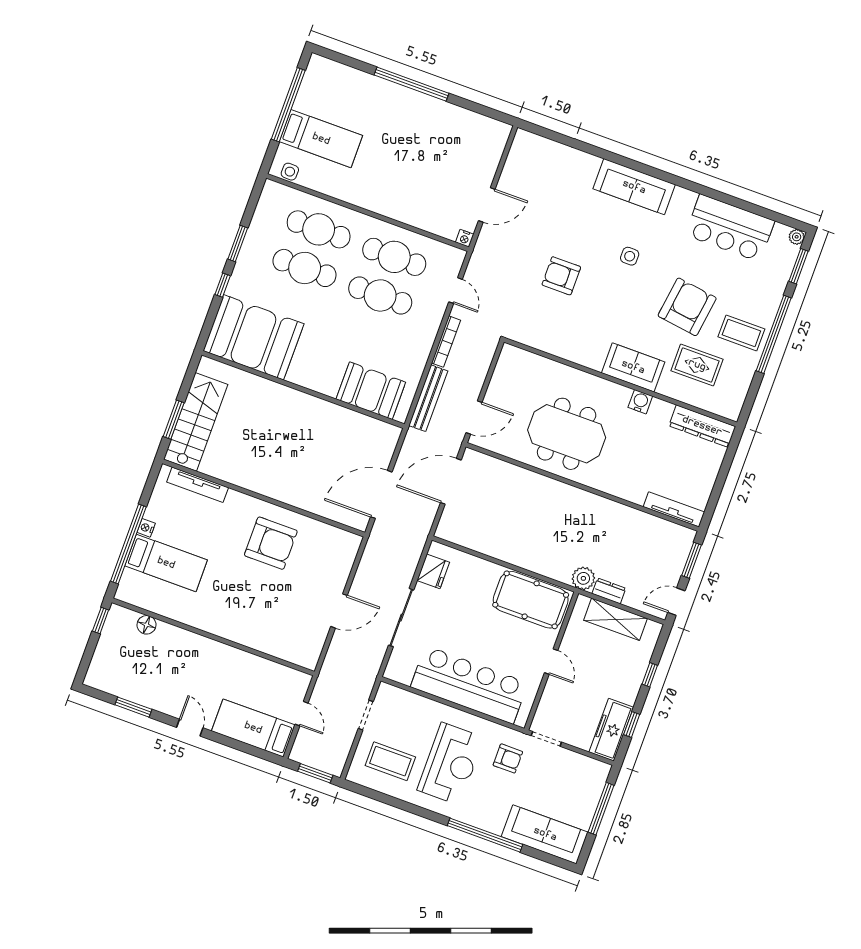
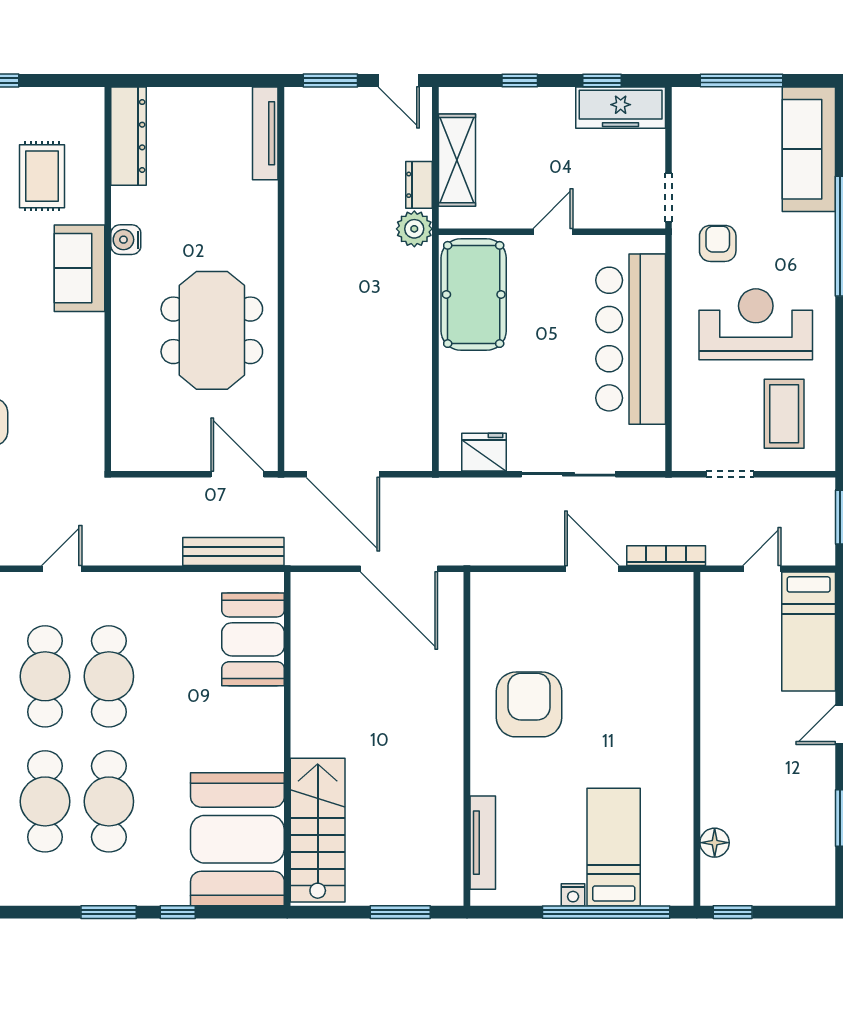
bookcase: (446, 342) -> (666, 556), moved
stairs: (196, 422) -> (318, 830), moved, turned 90

